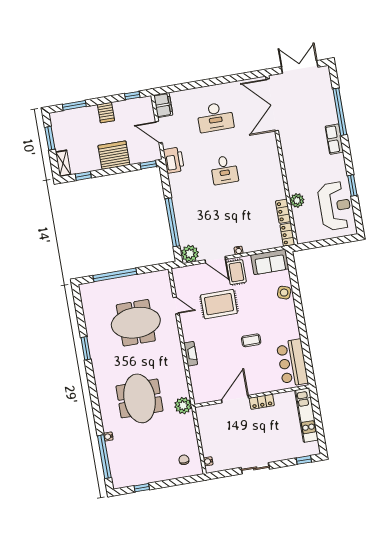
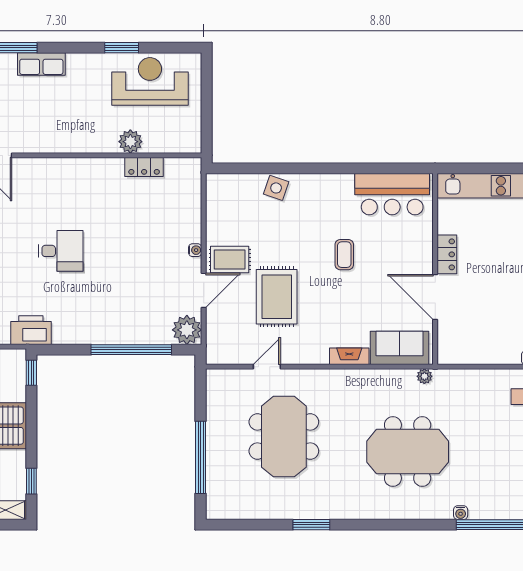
locker: (287, 235) -> (183, 167), removed
sofa: (270, 262) -> (399, 348), moved, turned -90
plant: (183, 406) -> (424, 376), width x0.53, depth x0.53

